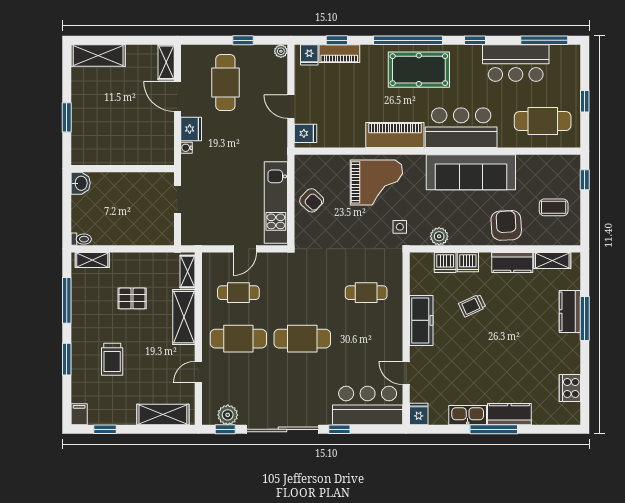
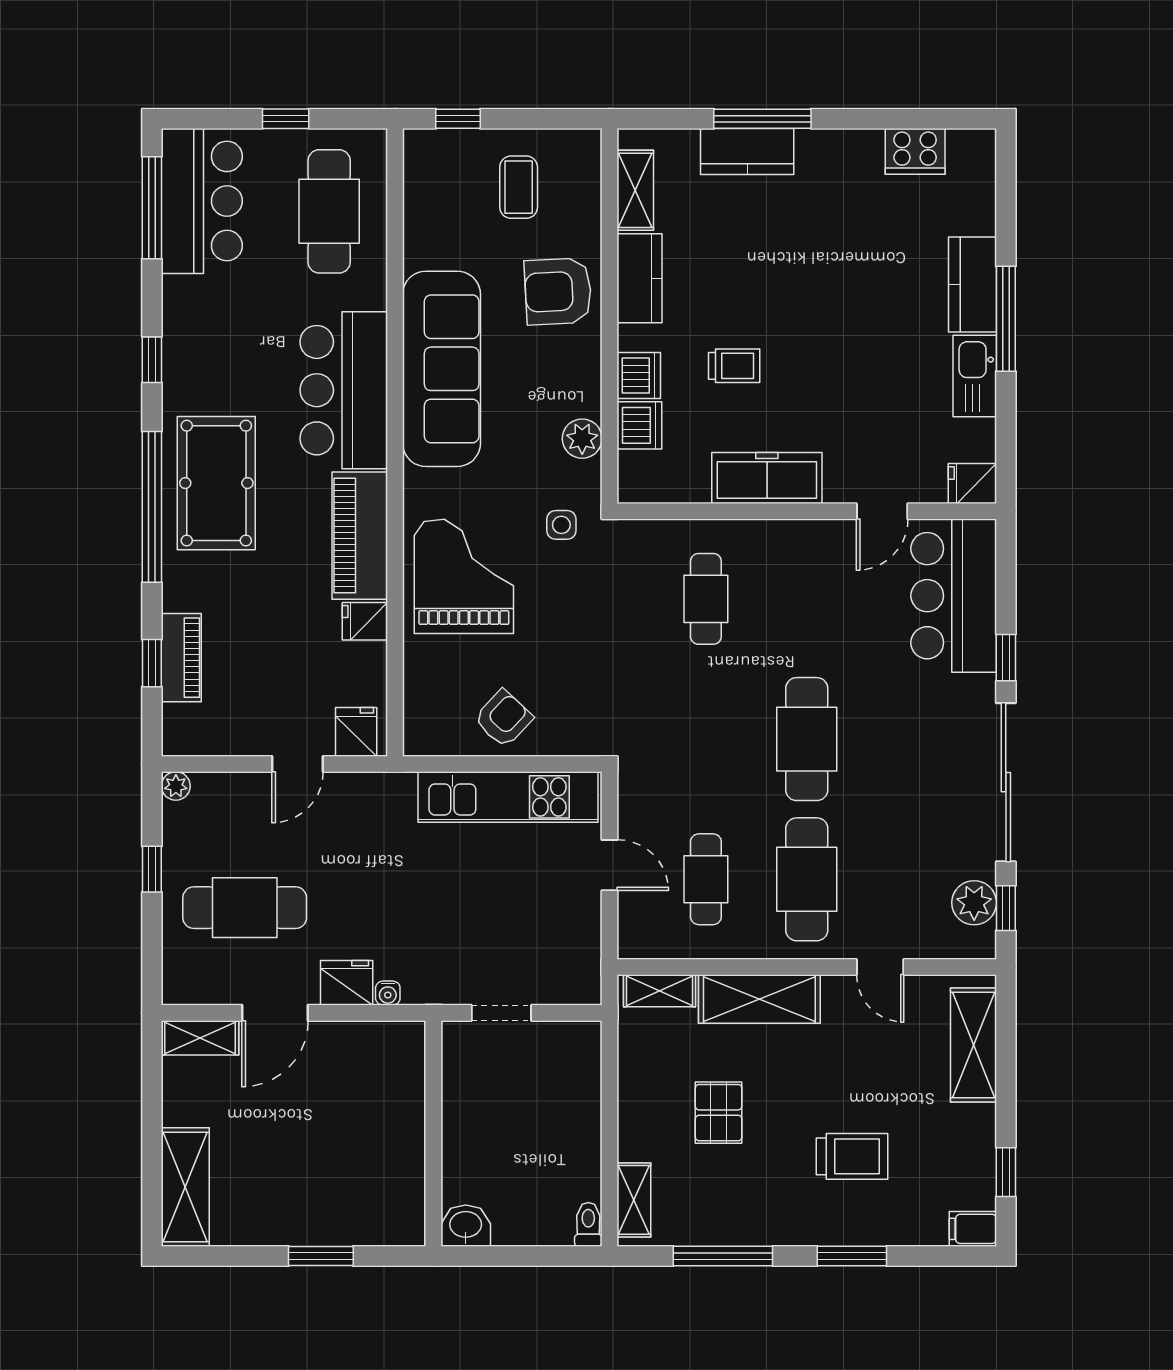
fridge: (309, 55) -> (365, 621), moved, turned 180
bar counter: (516, 63) -> (202, 201), moved
trolley: (472, 306) -> (734, 366), turned -65

